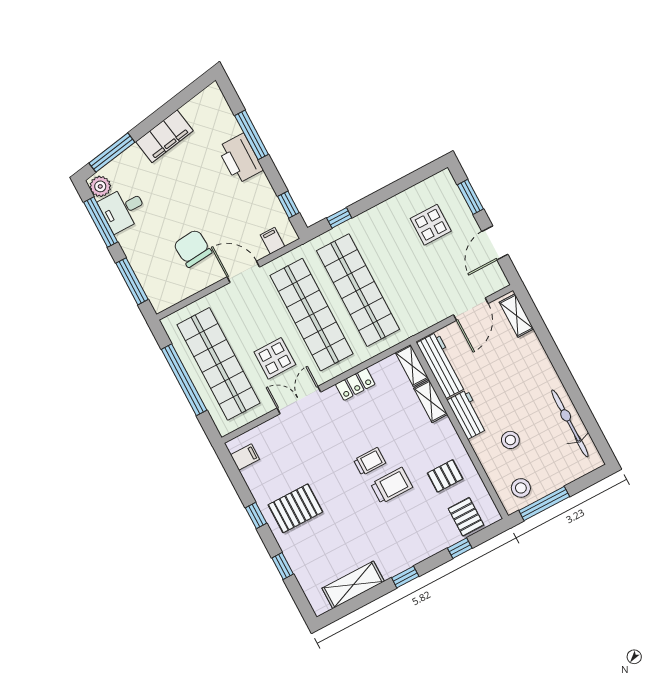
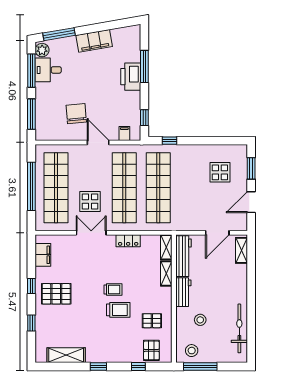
filing cabinet: (245, 457) -> (43, 255), width x2.00

